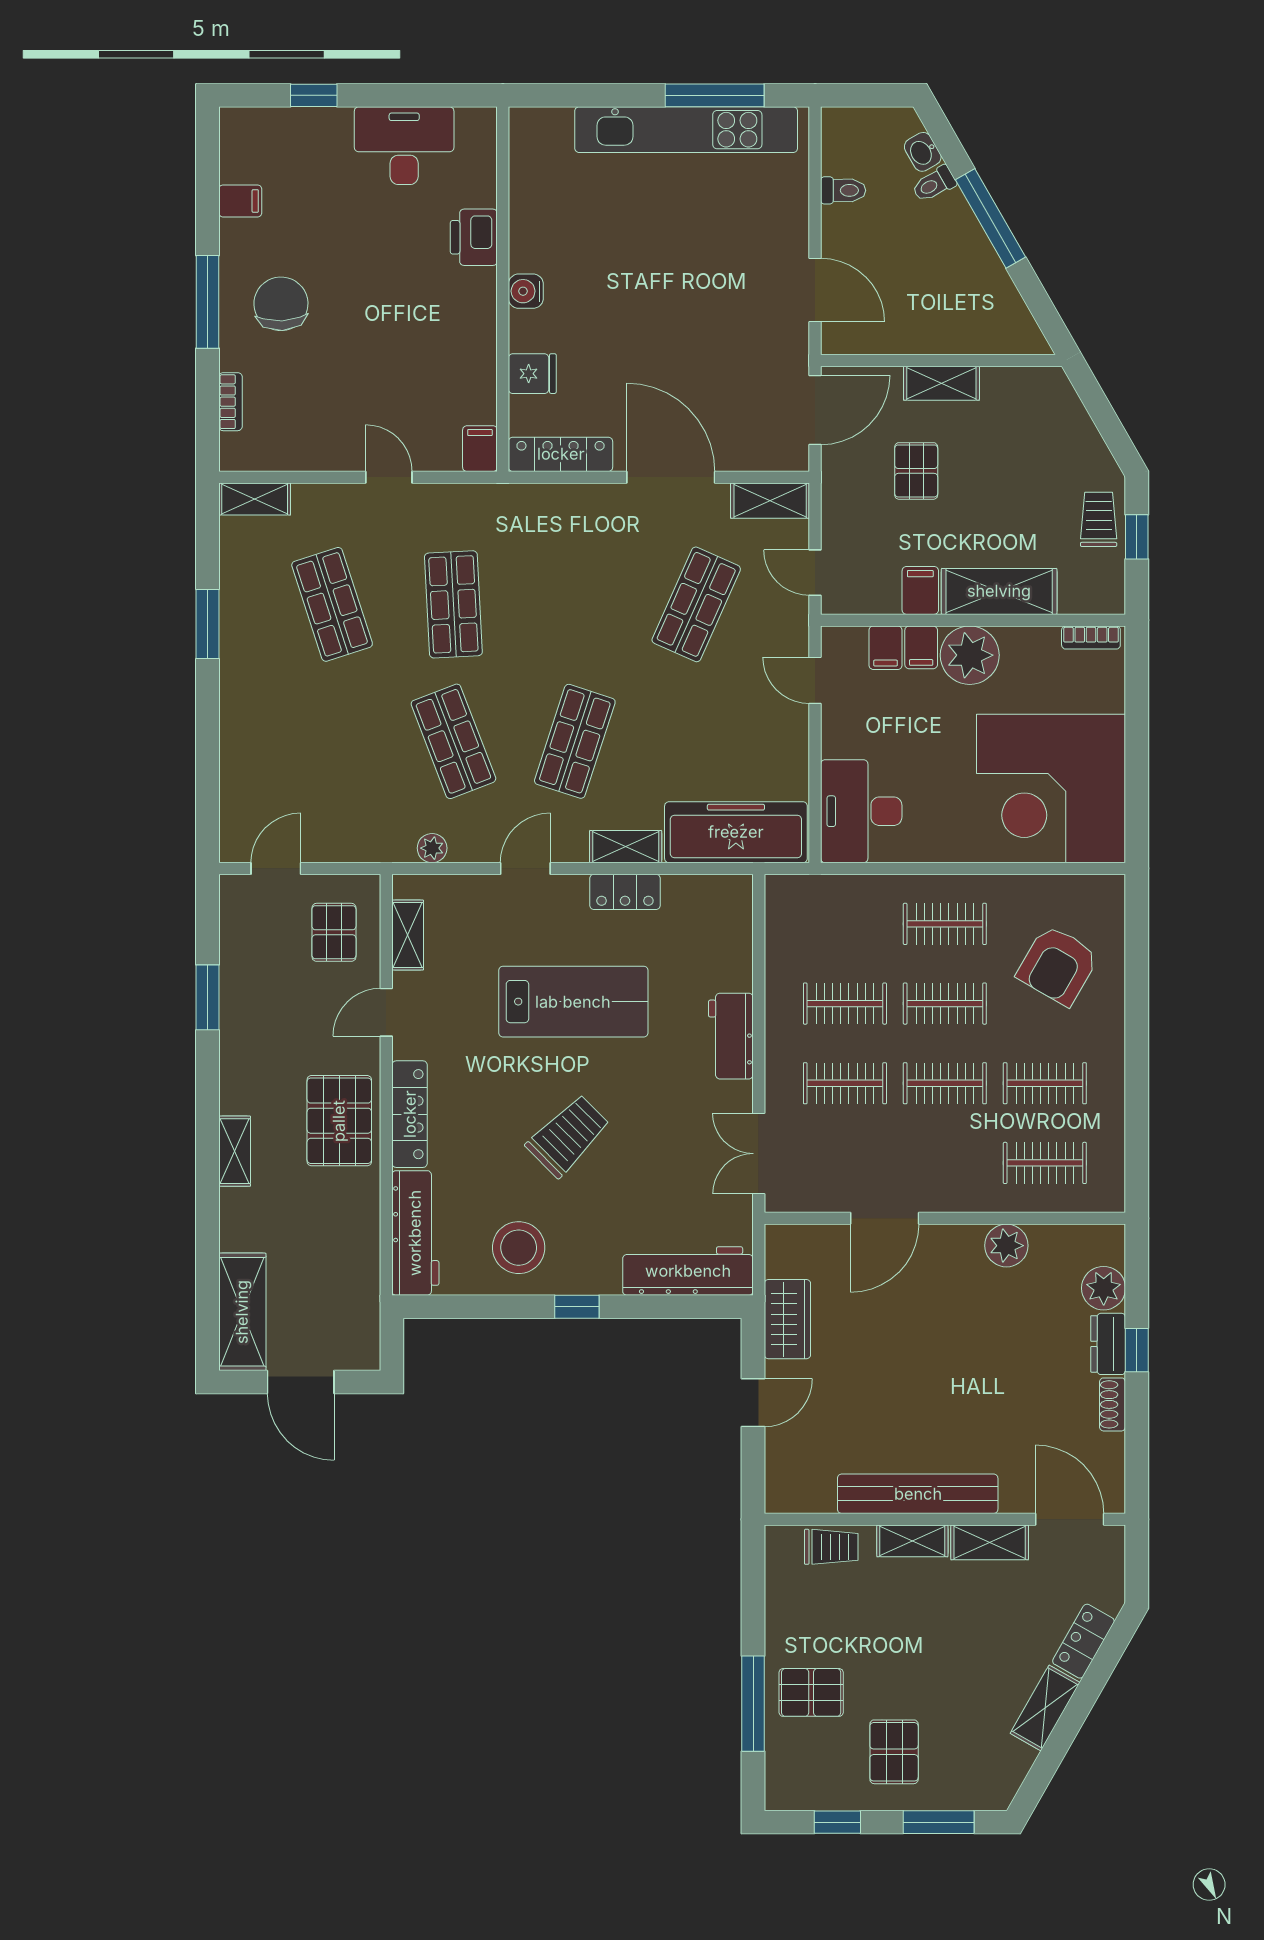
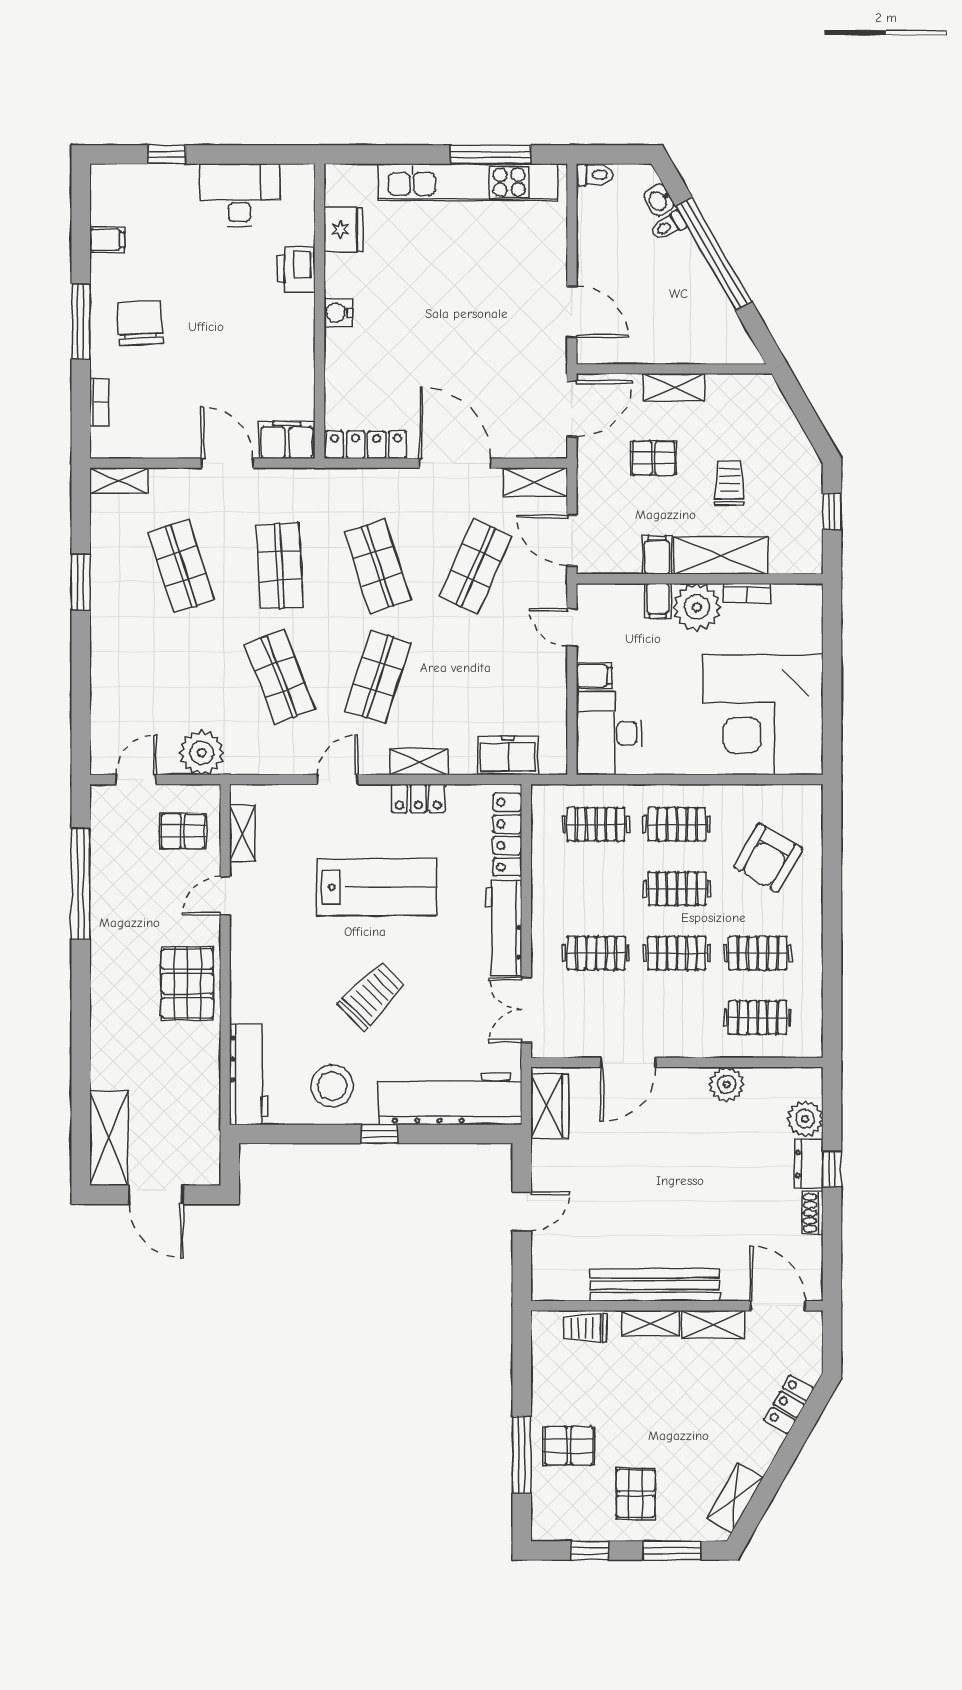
toilet: (843, 190) -> (595, 175), moved
window: (990, 218) -> (714, 254), width x1.46
fridge: (532, 374) -> (343, 229), moved, width x1.38
filing cabinet: (480, 449) -> (287, 440), width x2.00
pallet: (916, 471) -> (654, 458), turned 90
door: (389, 477) -> (227, 463), width x1.37
trolley: (1099, 519) -> (729, 483), moved
door: (815, 573) -> (572, 540), width x1.38
shop shelf: (575, 604) -> (378, 566), added
bookcase: (1091, 638) -> (747, 593), moved
filing cabinet: (886, 648) -> (594, 676), moved, turned -90
freezer: (736, 832) -> (508, 755), width x0.52, depth x0.79
plant: (432, 848) -> (202, 753), moved, width x1.88, depth x1.88
pallet: (334, 932) -> (183, 831), turned 90
window: (208, 997) -> (81, 884), width x2.11
clothes rail: (845, 1004) -> (596, 824), moved
workbench: (731, 1036) -> (504, 928), width x1.38
locker: (410, 1114) -> (507, 835), moved, turned 180
shelving: (235, 1151) -> (103, 1008), removed
workbench: (688, 1271) -> (450, 1099), width x1.36, depth x1.32
wardrobe: (787, 1319) -> (550, 1106), moved
trolley: (831, 1547) -> (585, 1328), turned 180
shelving: (1045, 1708) -> (735, 1498), moved

